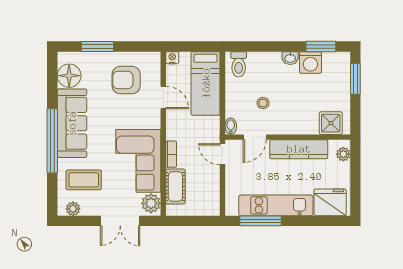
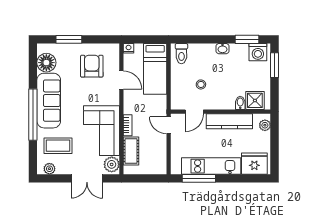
washing machine: (310, 62) -> (258, 52), moved
armchair: (126, 80) -> (92, 66), turned 90
bidet: (231, 126) -> (240, 103), moved

